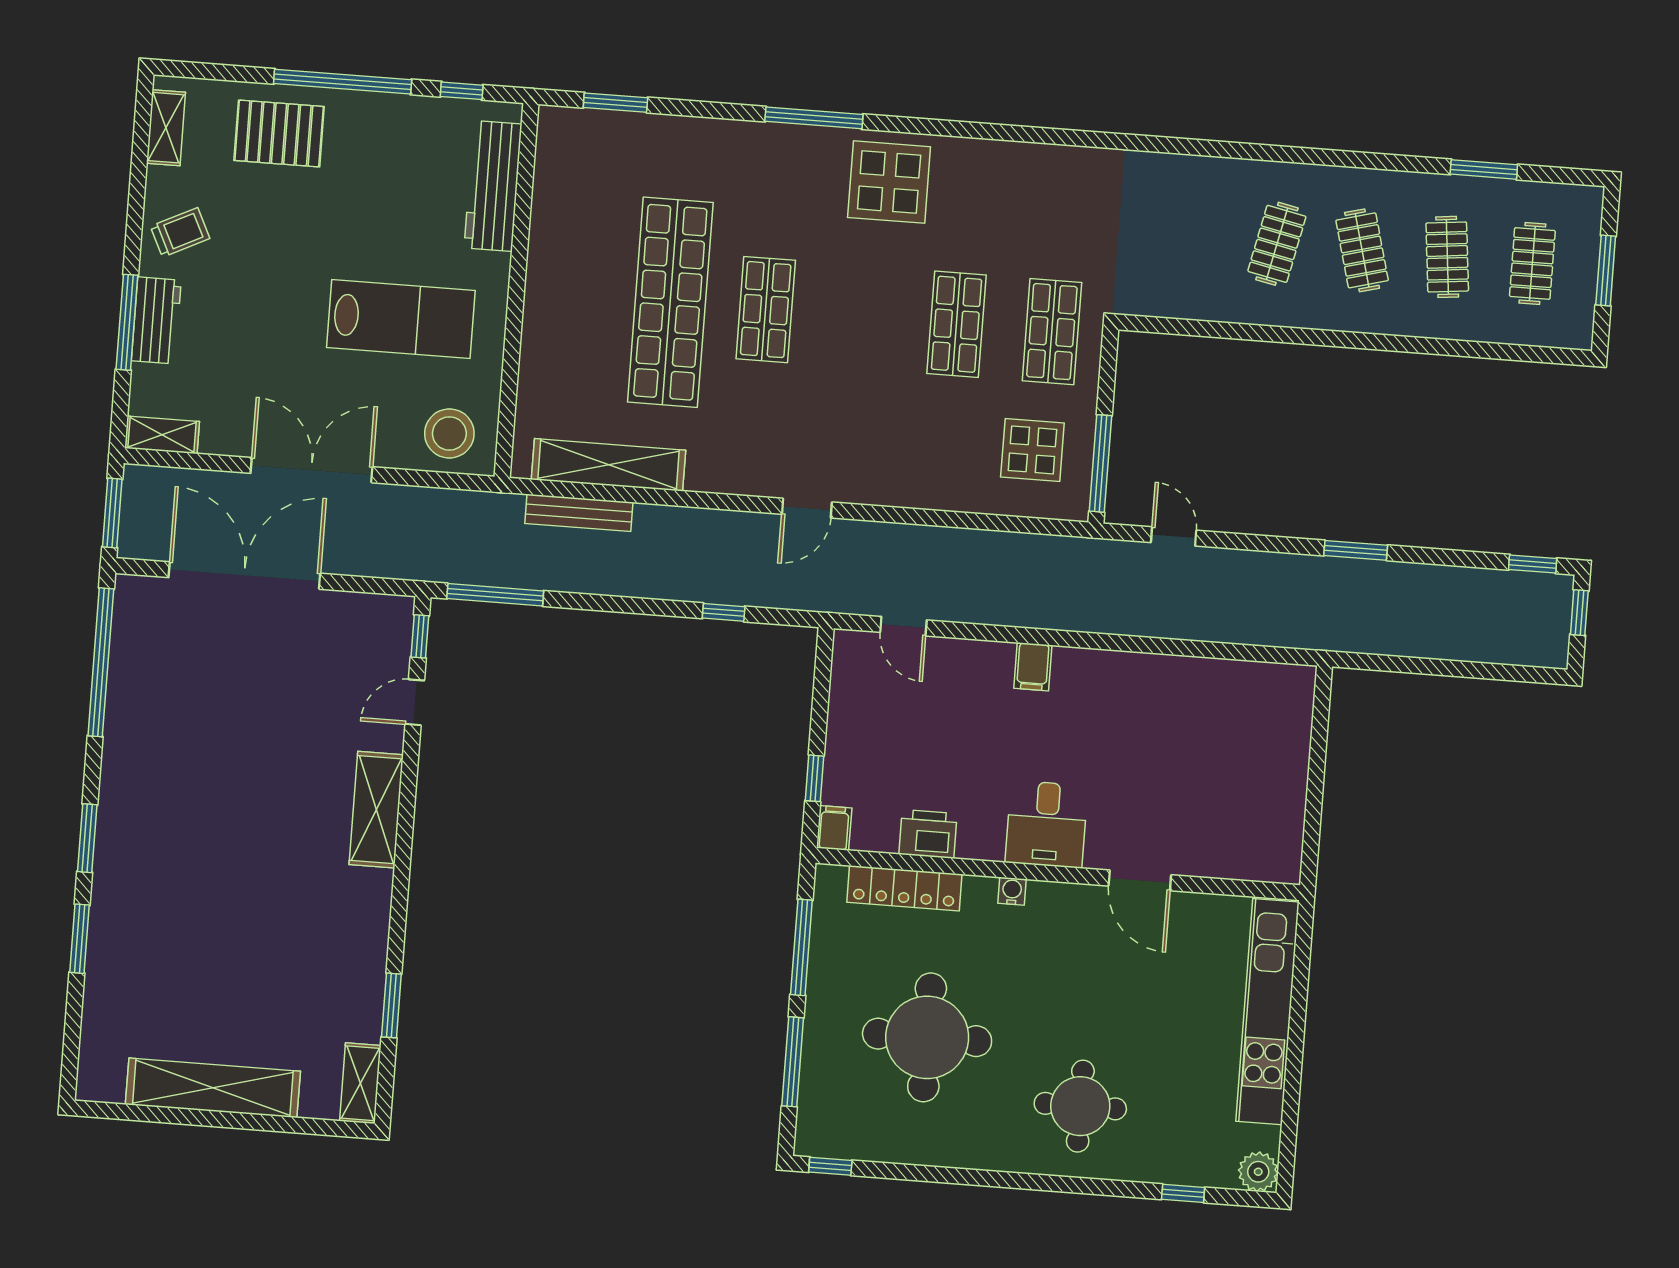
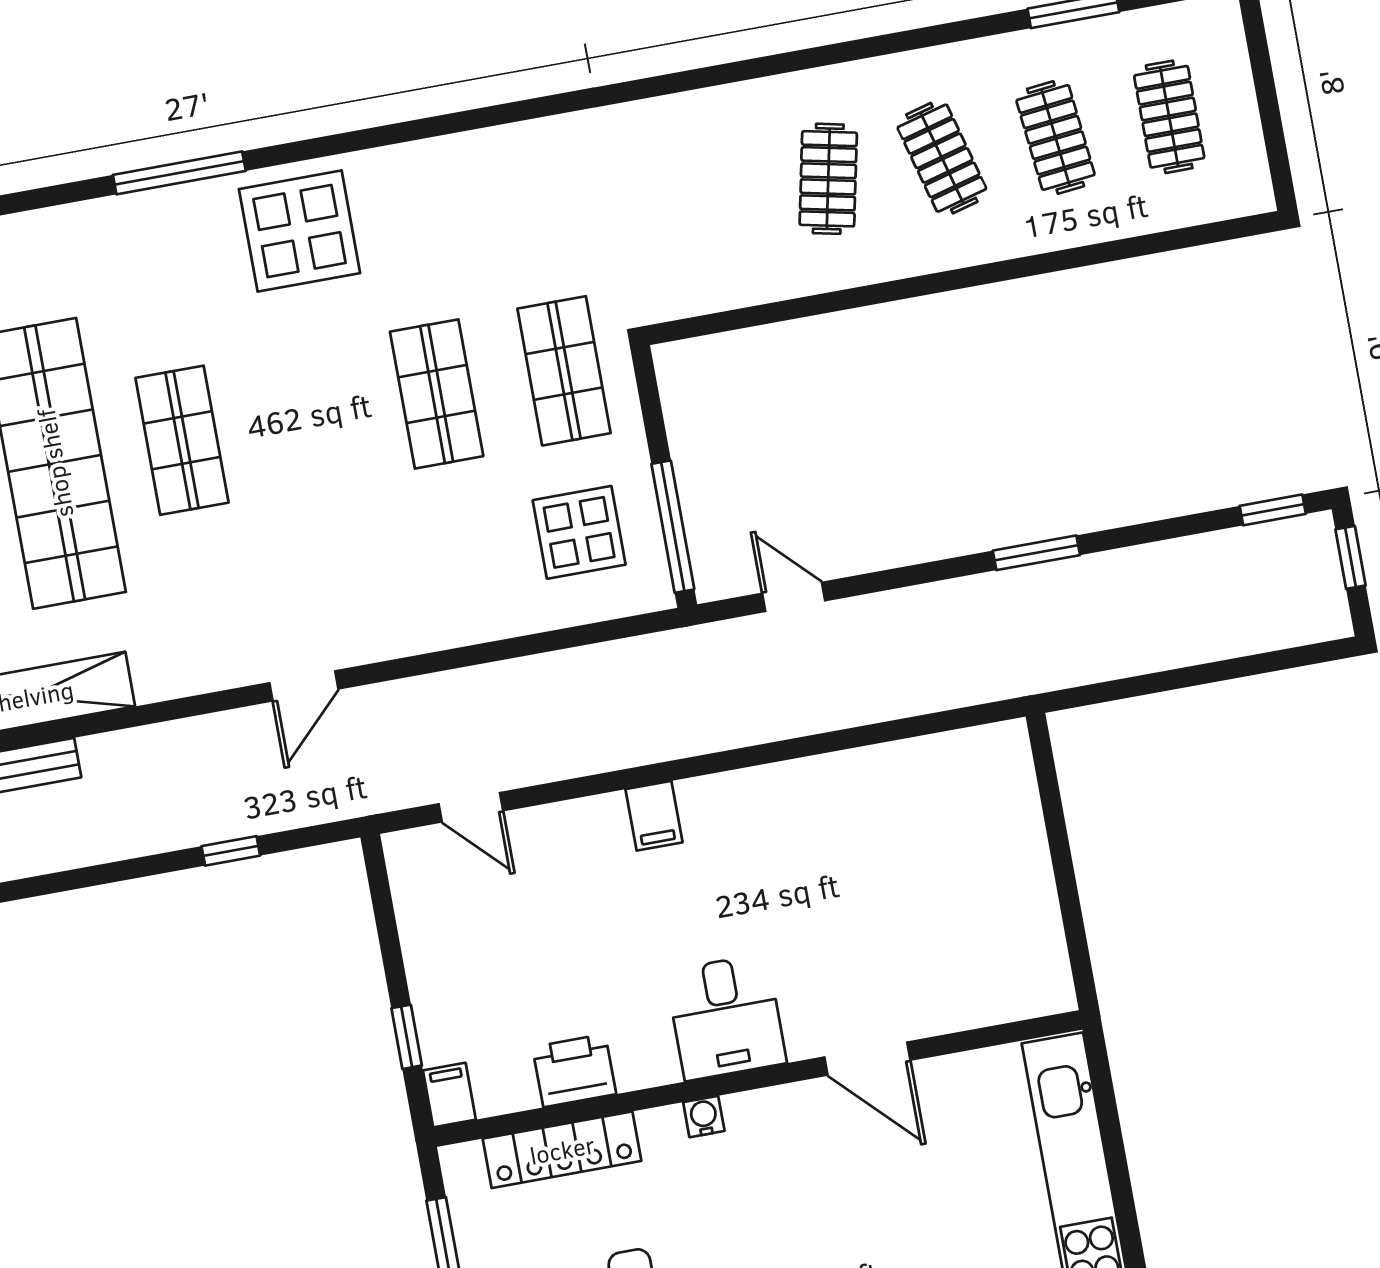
window: (1606, 270) -> (1268, 101), removed

